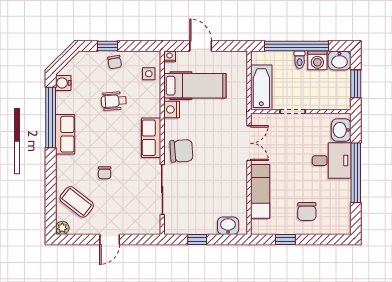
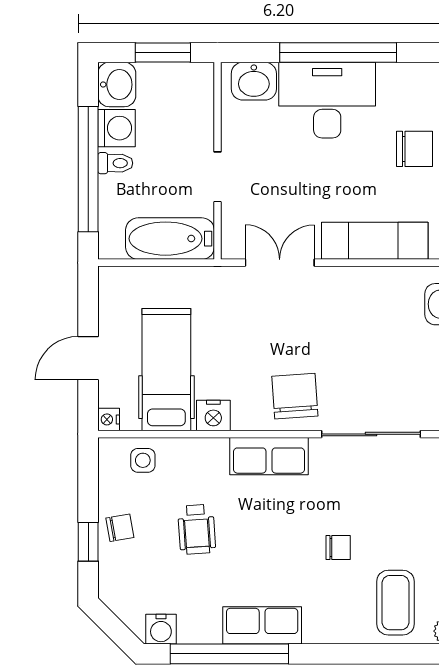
desk: (332, 161) -> (327, 100), width x1.37
coffee table: (77, 202) -> (395, 603), turned -38

